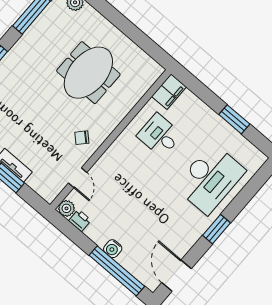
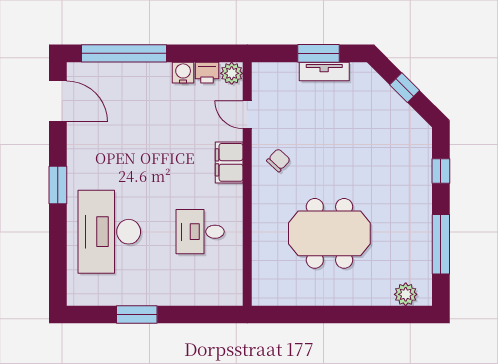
meeting table: (88, 73) -> (329, 233), turned 90
filing cabinet: (169, 92) -> (229, 162), moved
desk: (160, 135) -> (200, 232), turned 180
water cooler: (113, 249) -> (183, 73), moved

